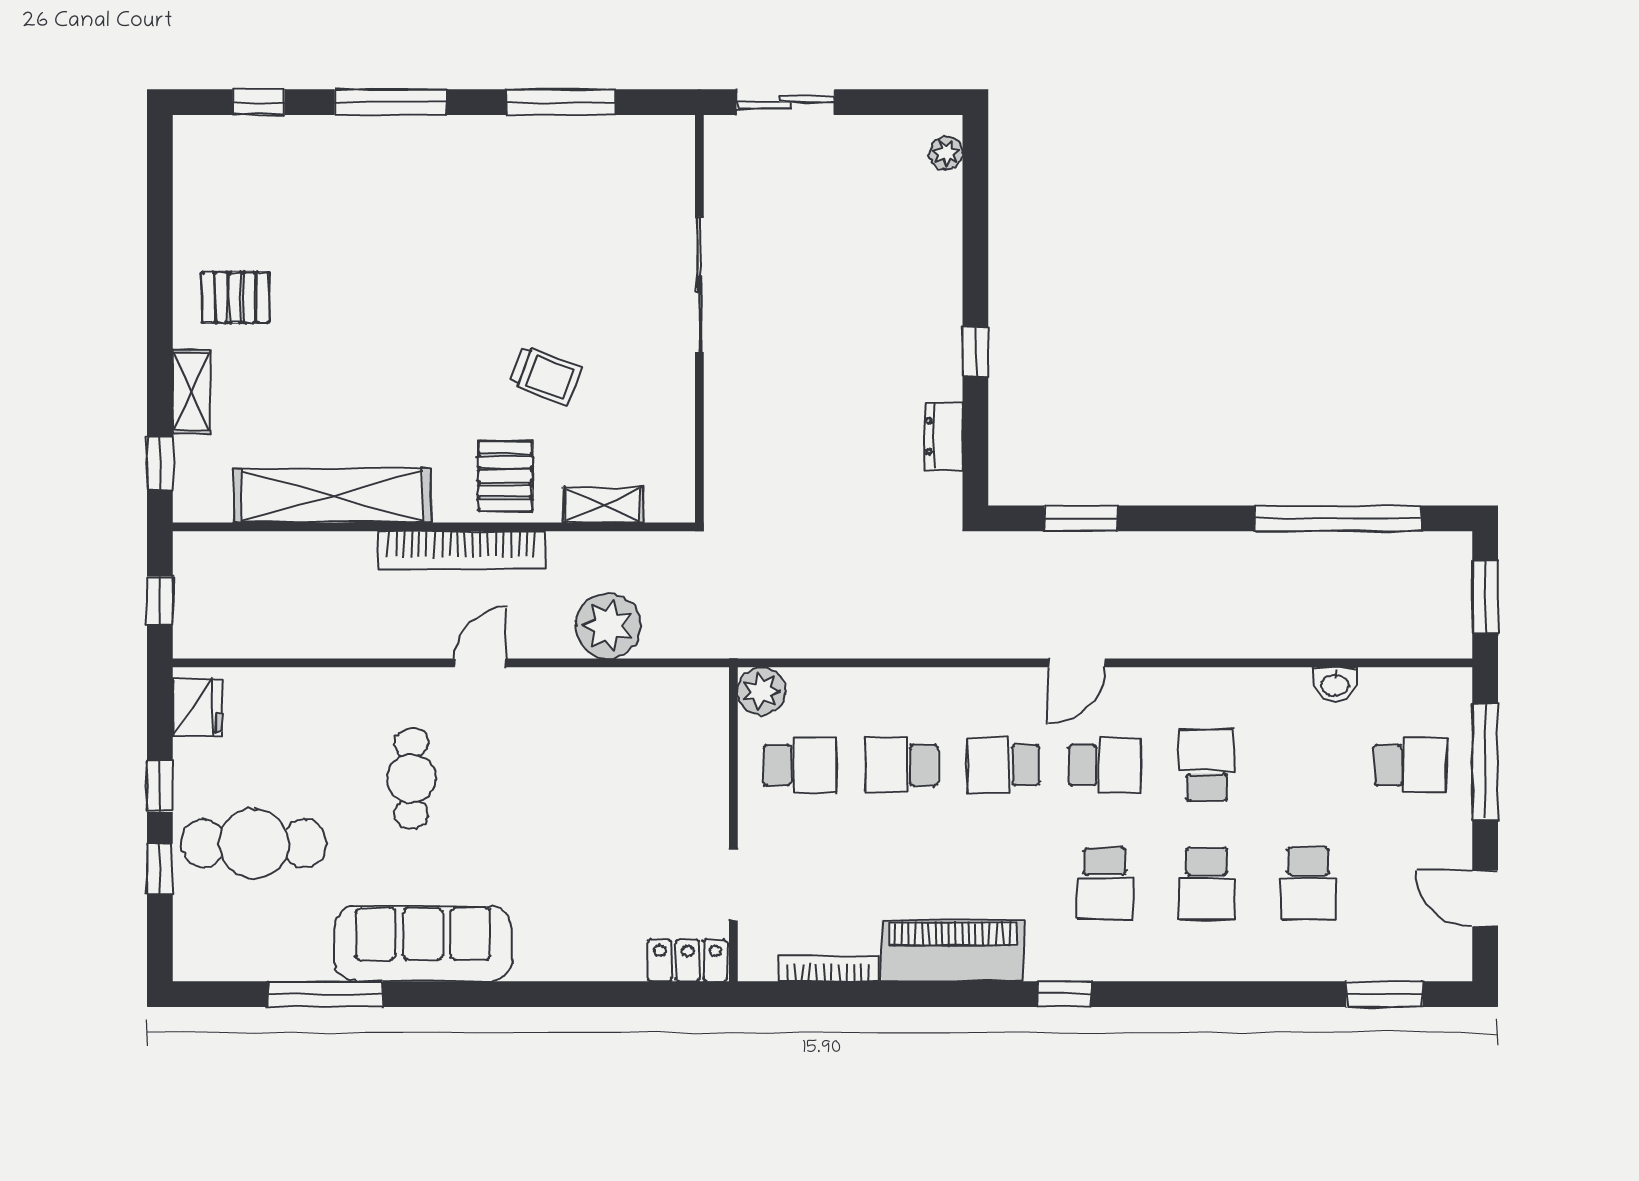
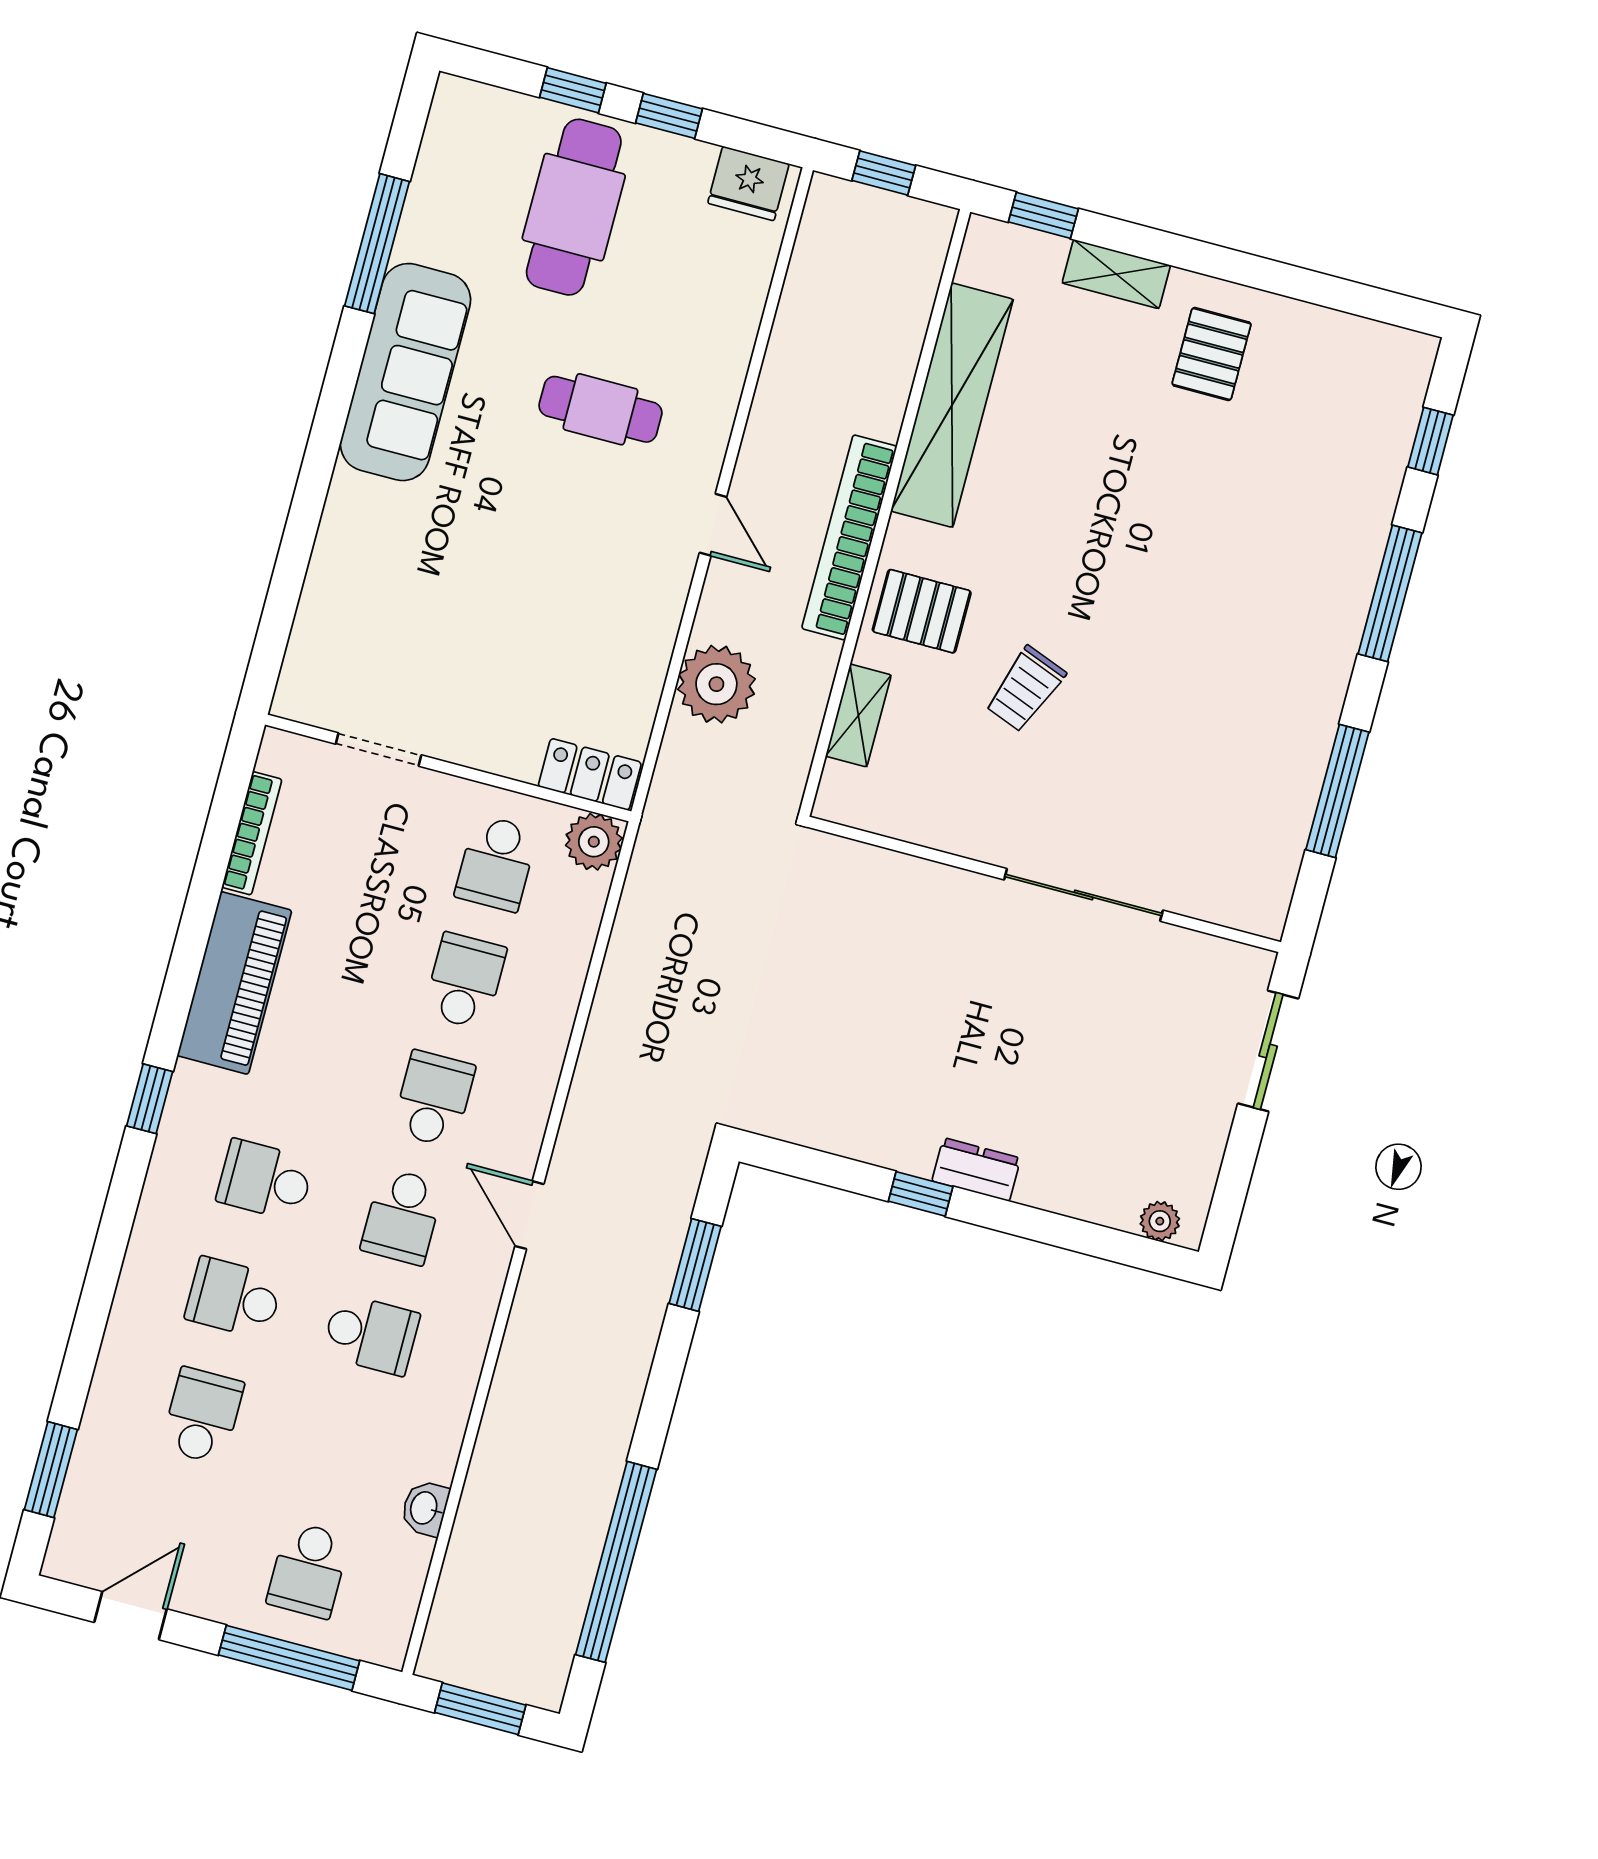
dresser: (944, 436) -> (976, 1170), moved
school desk: (1308, 884) -> (202, 1416), turned 90
locker: (687, 960) -> (590, 774), moved, turned -90

